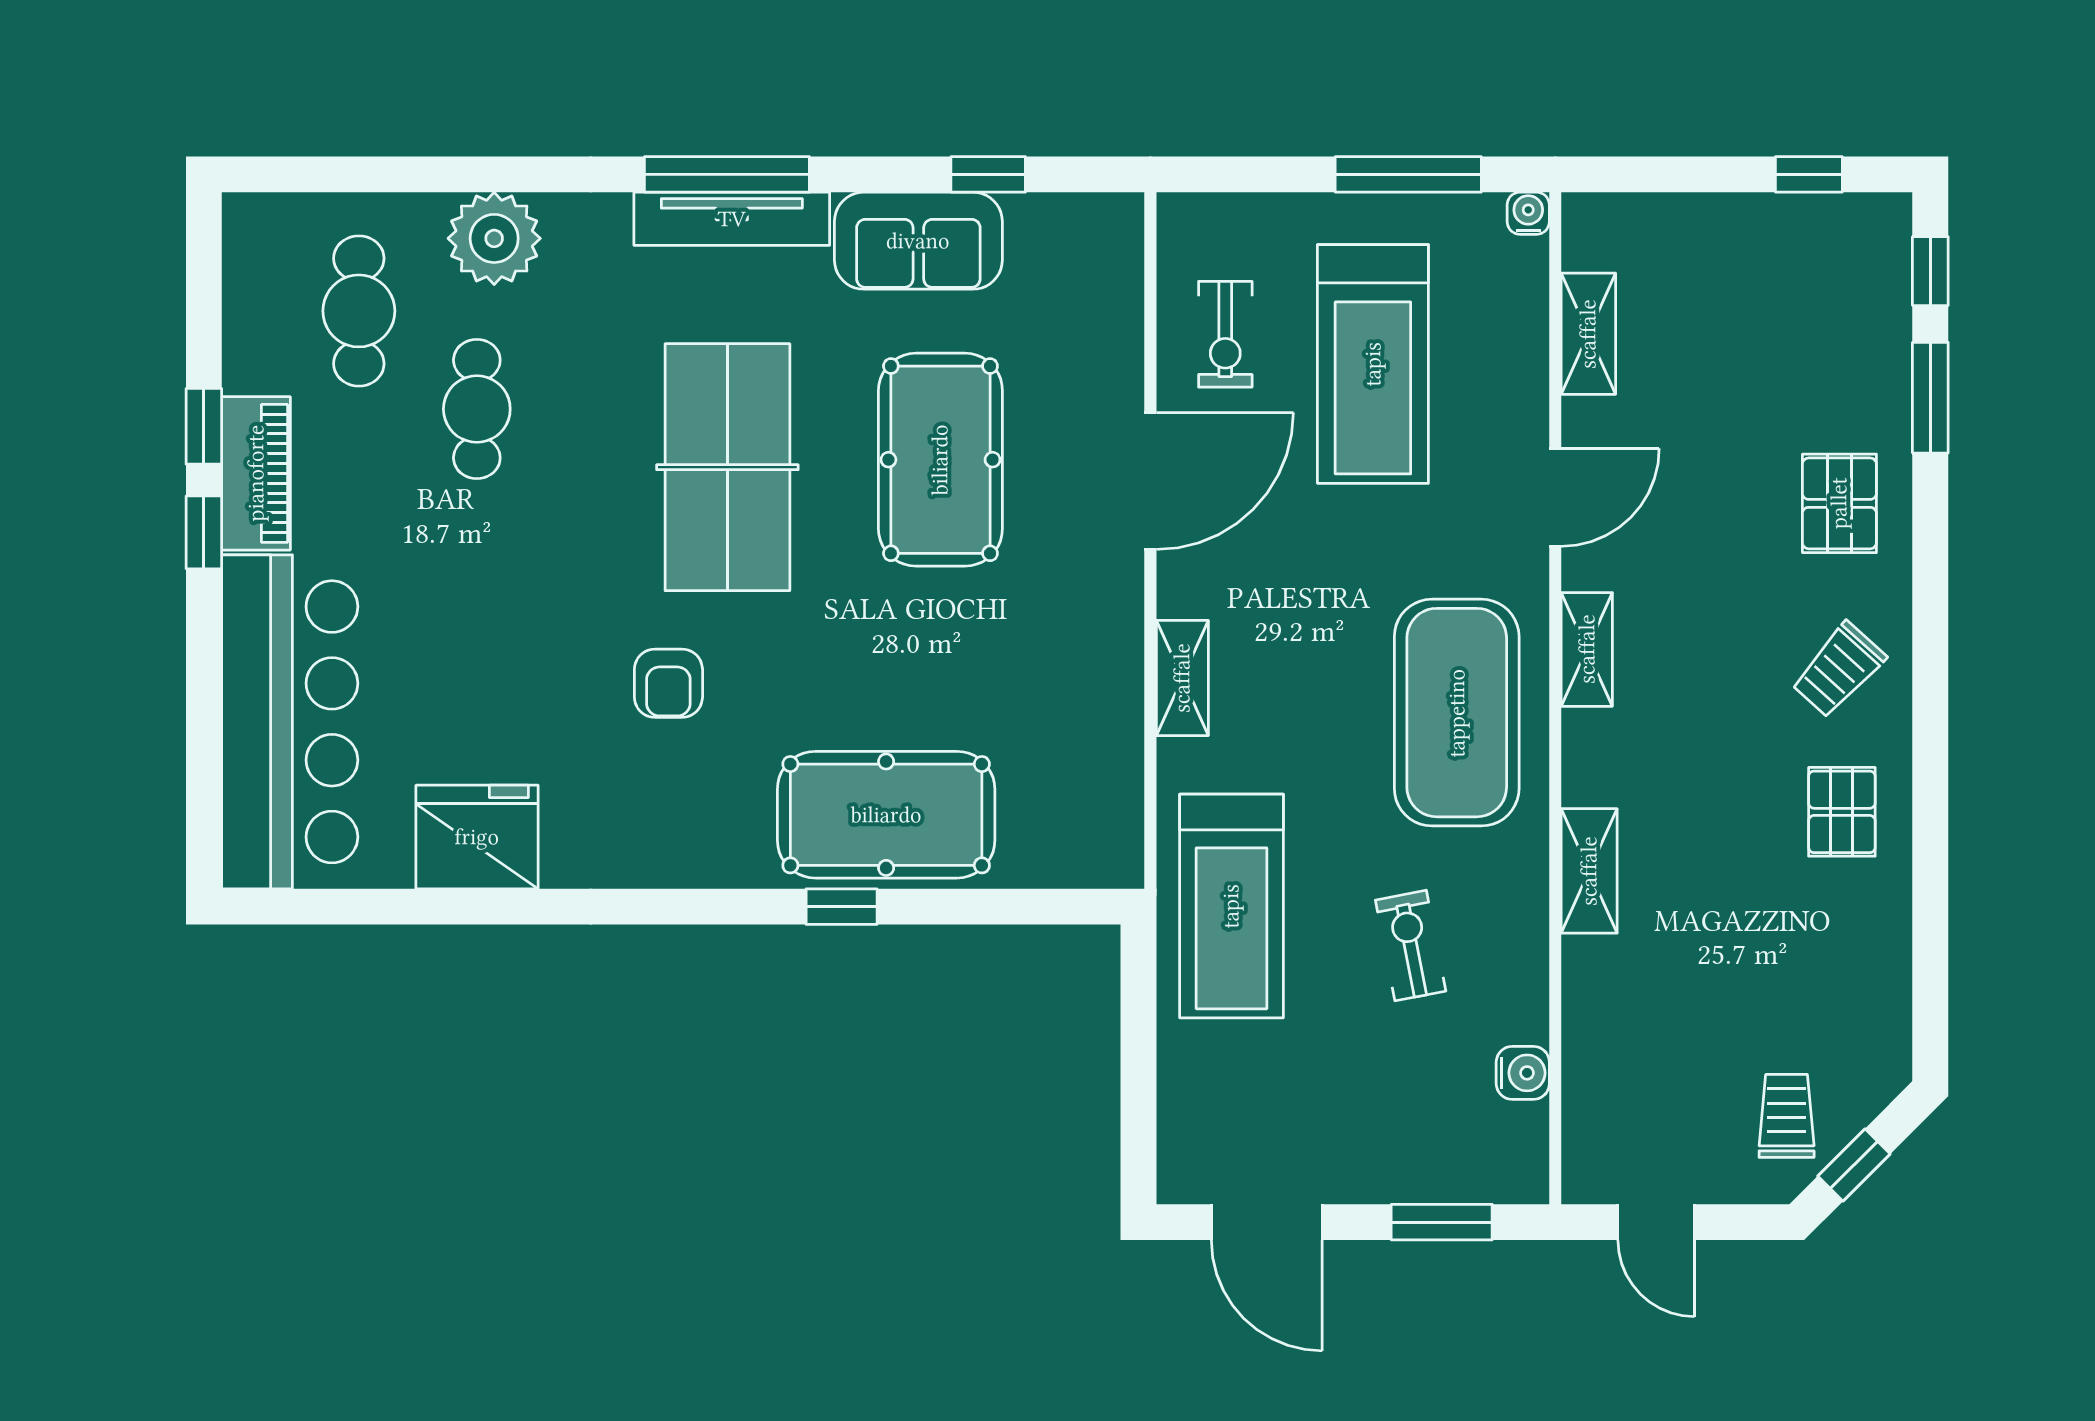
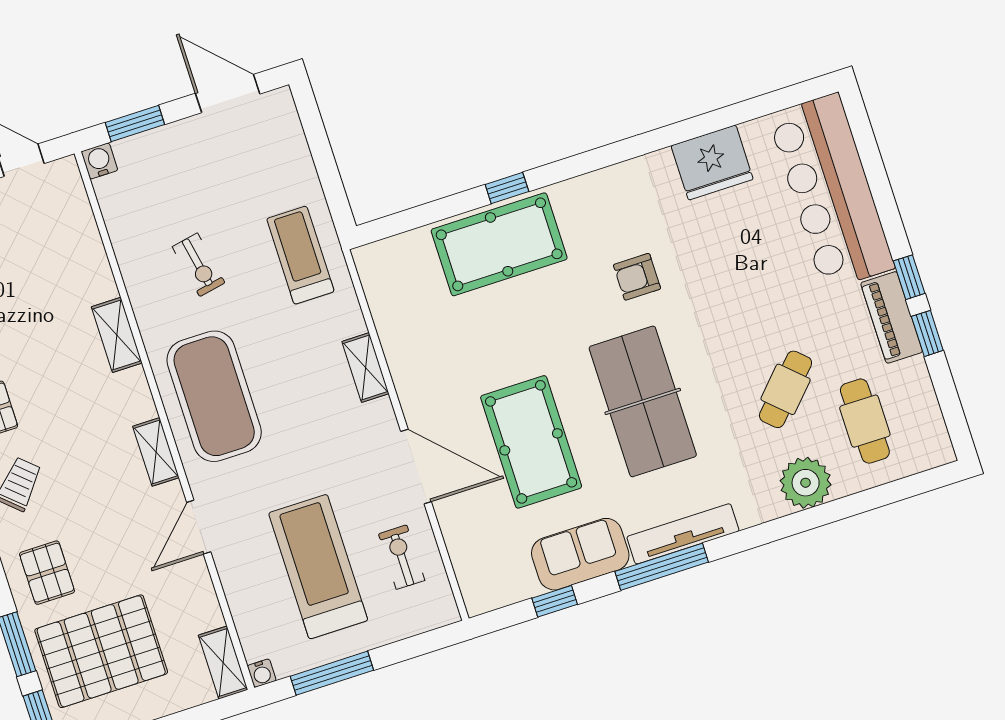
window: (727, 174) -> (662, 567), moved
shelving: (1588, 334) -> (223, 663), moved
pallet: (1790, 339) -> (101, 651), added
cafe table: (477, 409) -> (786, 389), turned 43
door: (1150, 481) -> (416, 467), swing flipped
armchair: (668, 683) -> (637, 277), turned -90
treadmill: (1231, 906) -> (300, 255), width x0.73, depth x0.73
water cooler: (1523, 1073) -> (99, 161), moved, turned 90

